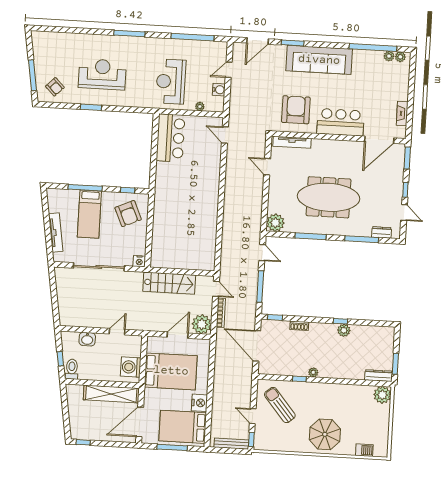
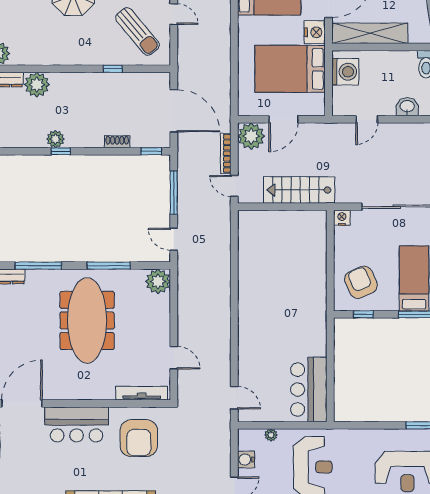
meeting table: (328, 197) -> (87, 320), turned 90
plant: (313, 372) -> (37, 85), moved, width x1.88, depth x1.88
nightstand: (199, 403) -> (315, 32), moved, turned 180

